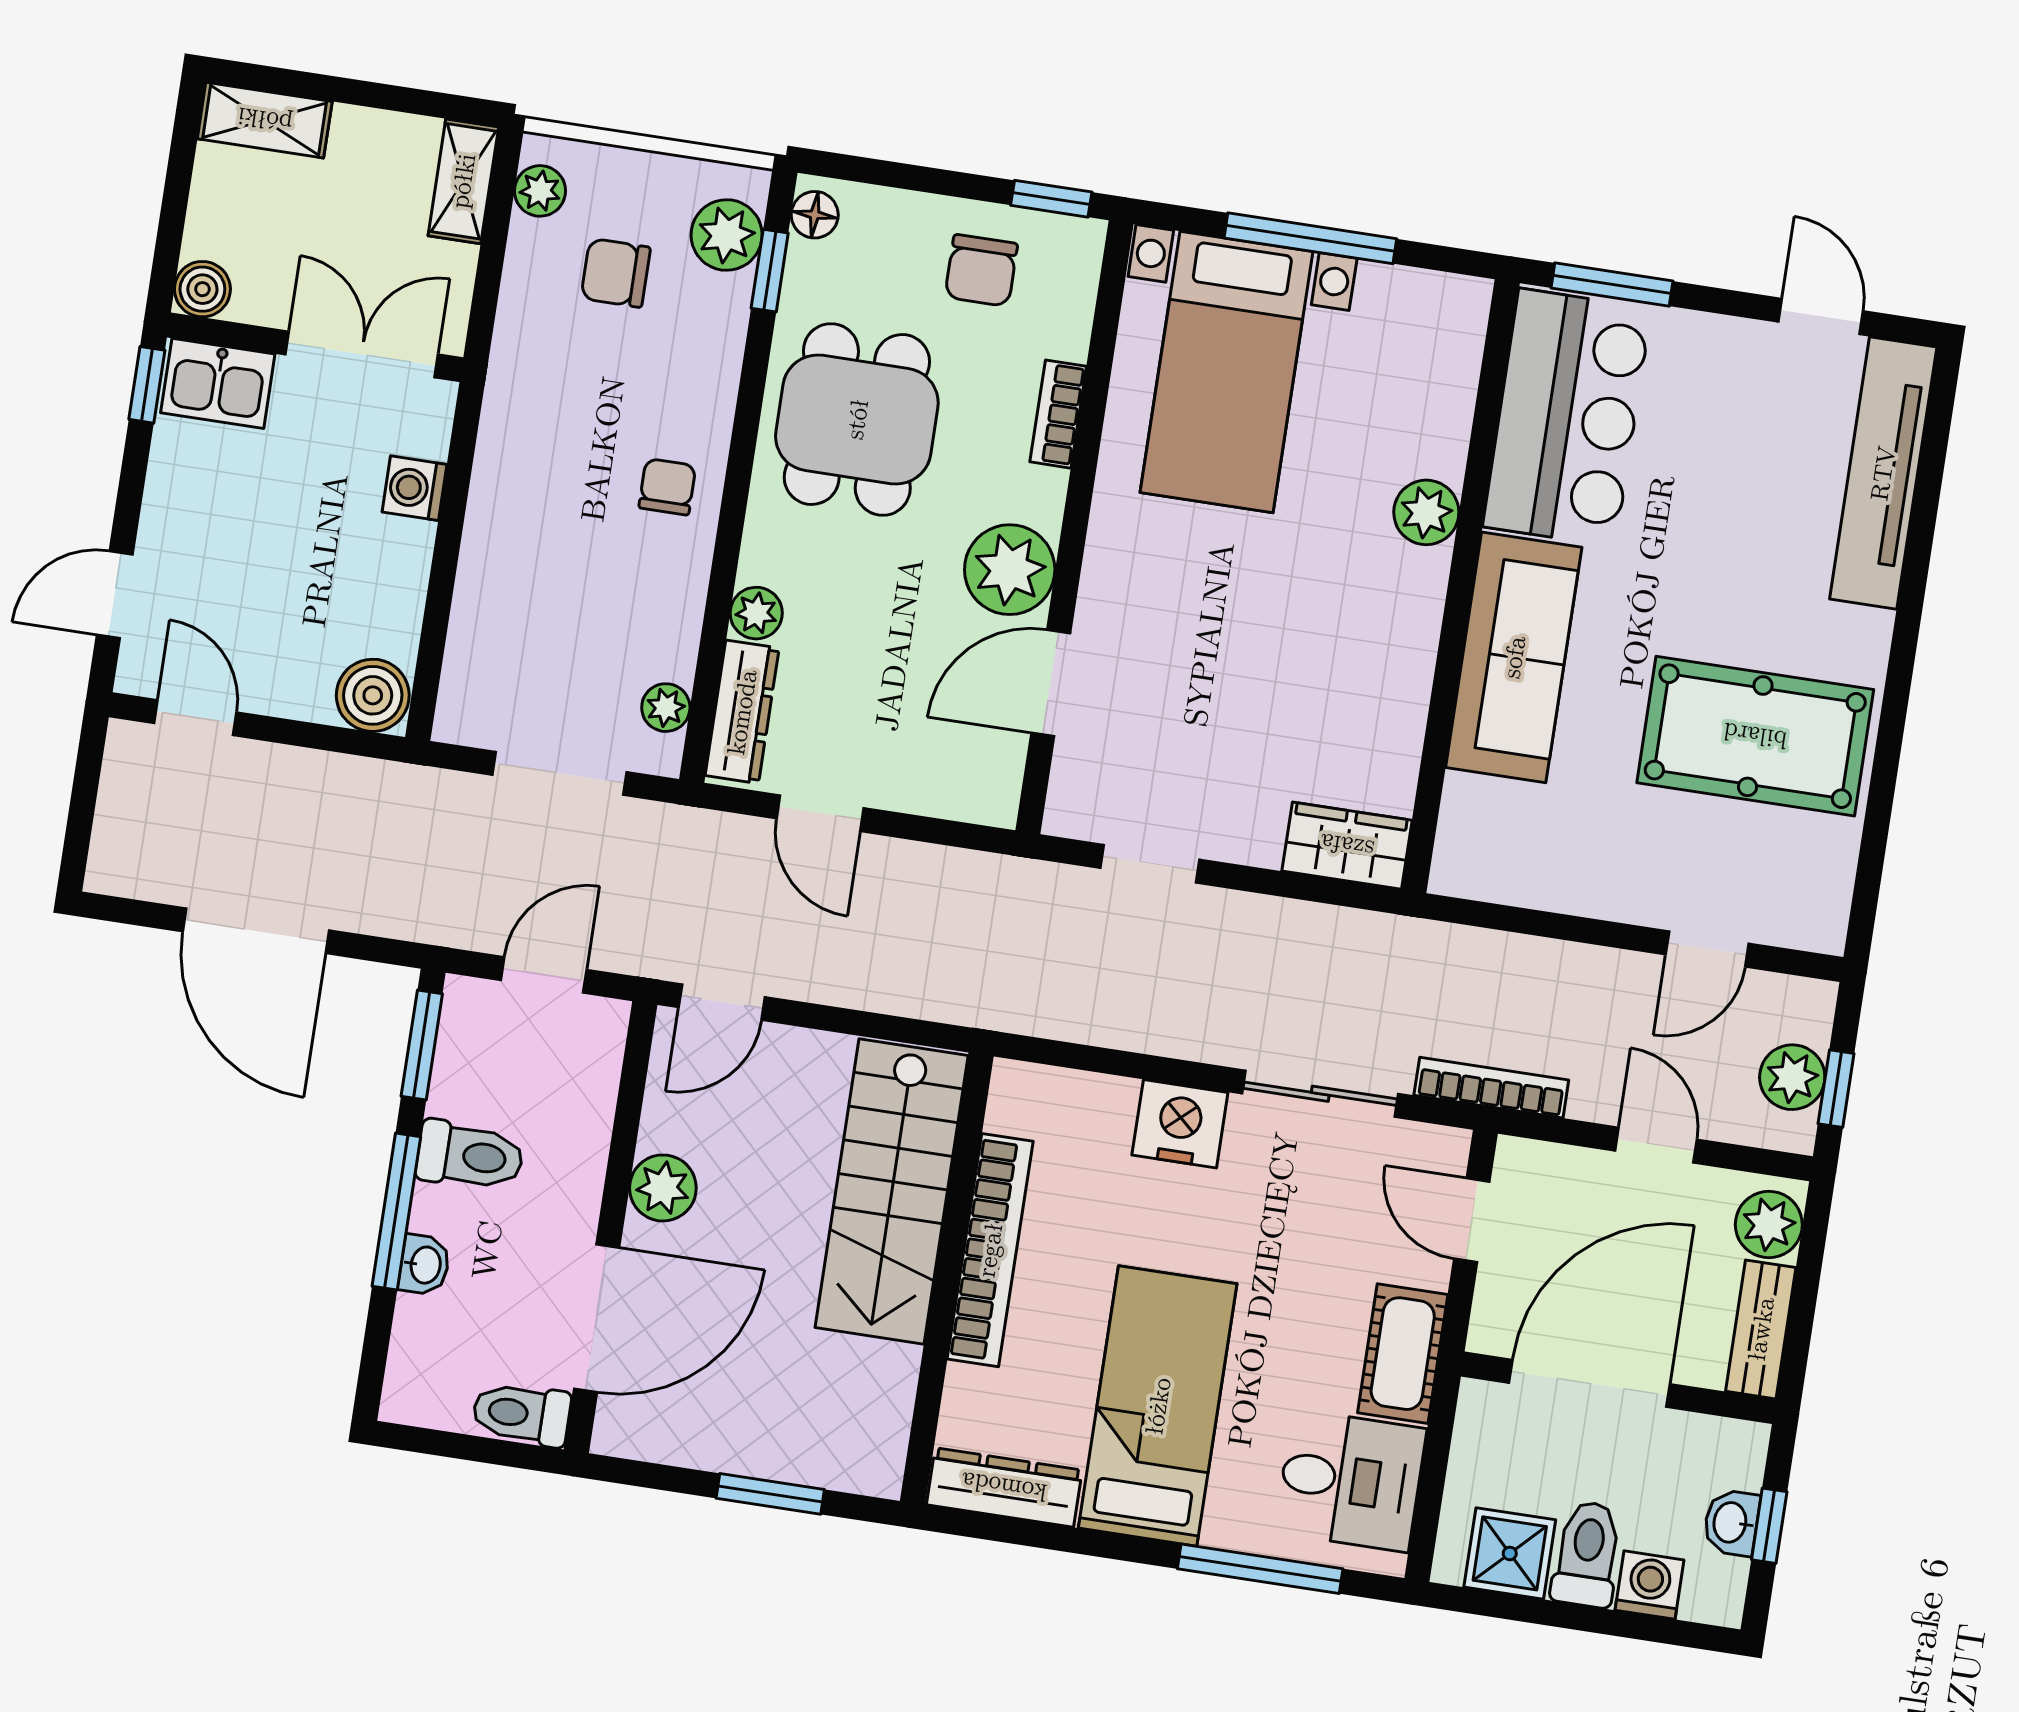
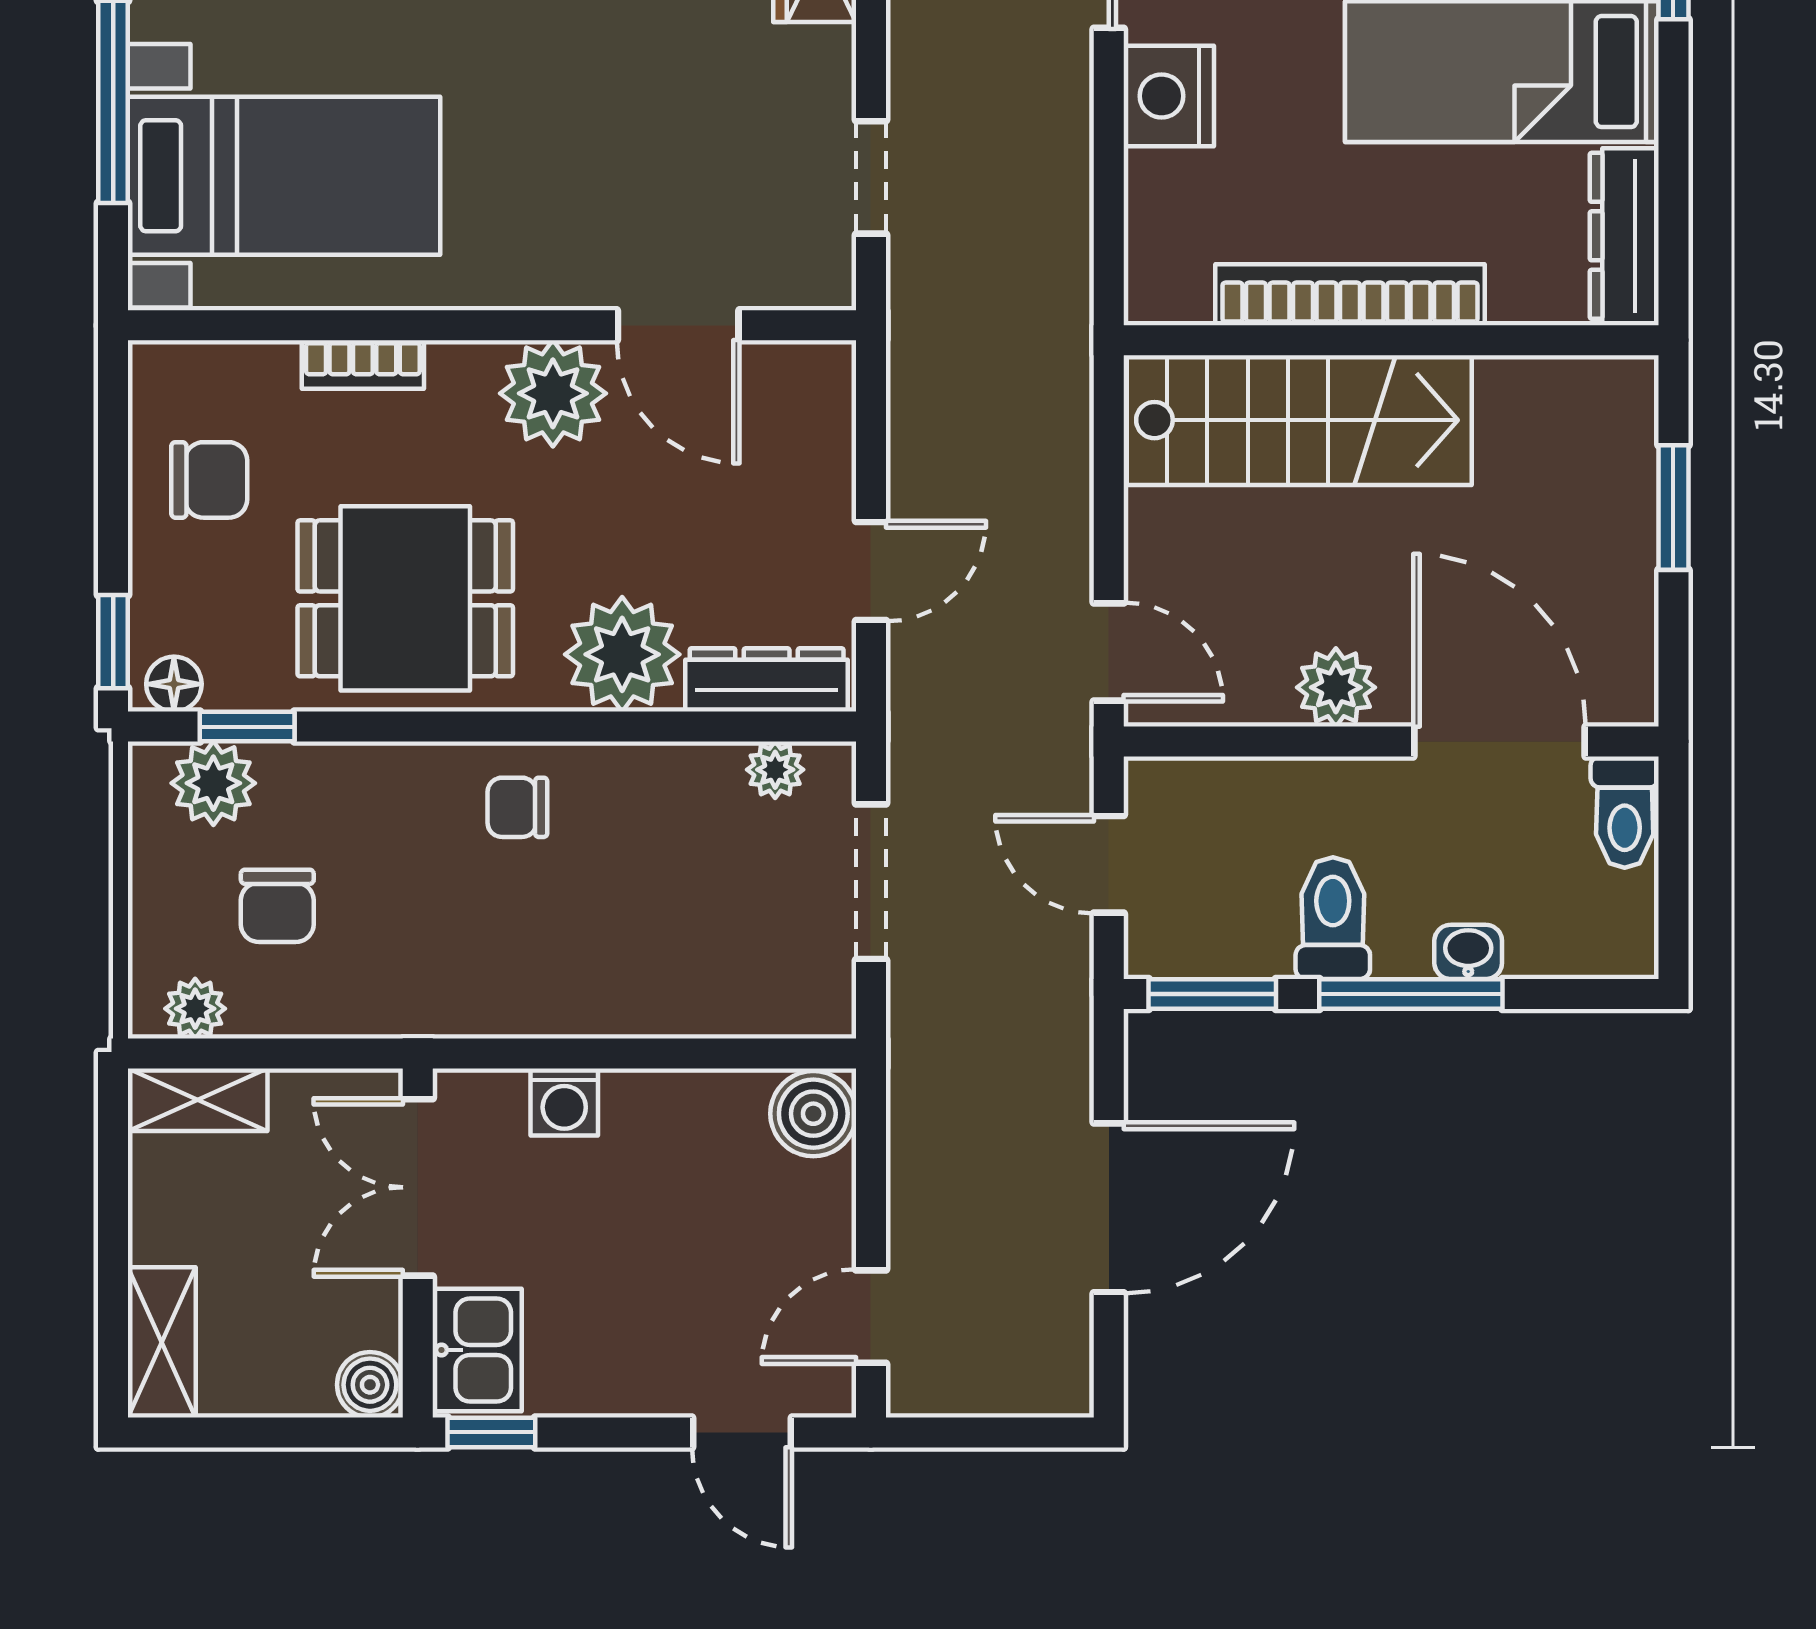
window: (1051, 199) -> (113, 642), moved
plant: (756, 613) -> (622, 654), width x1.88, depth x1.88

